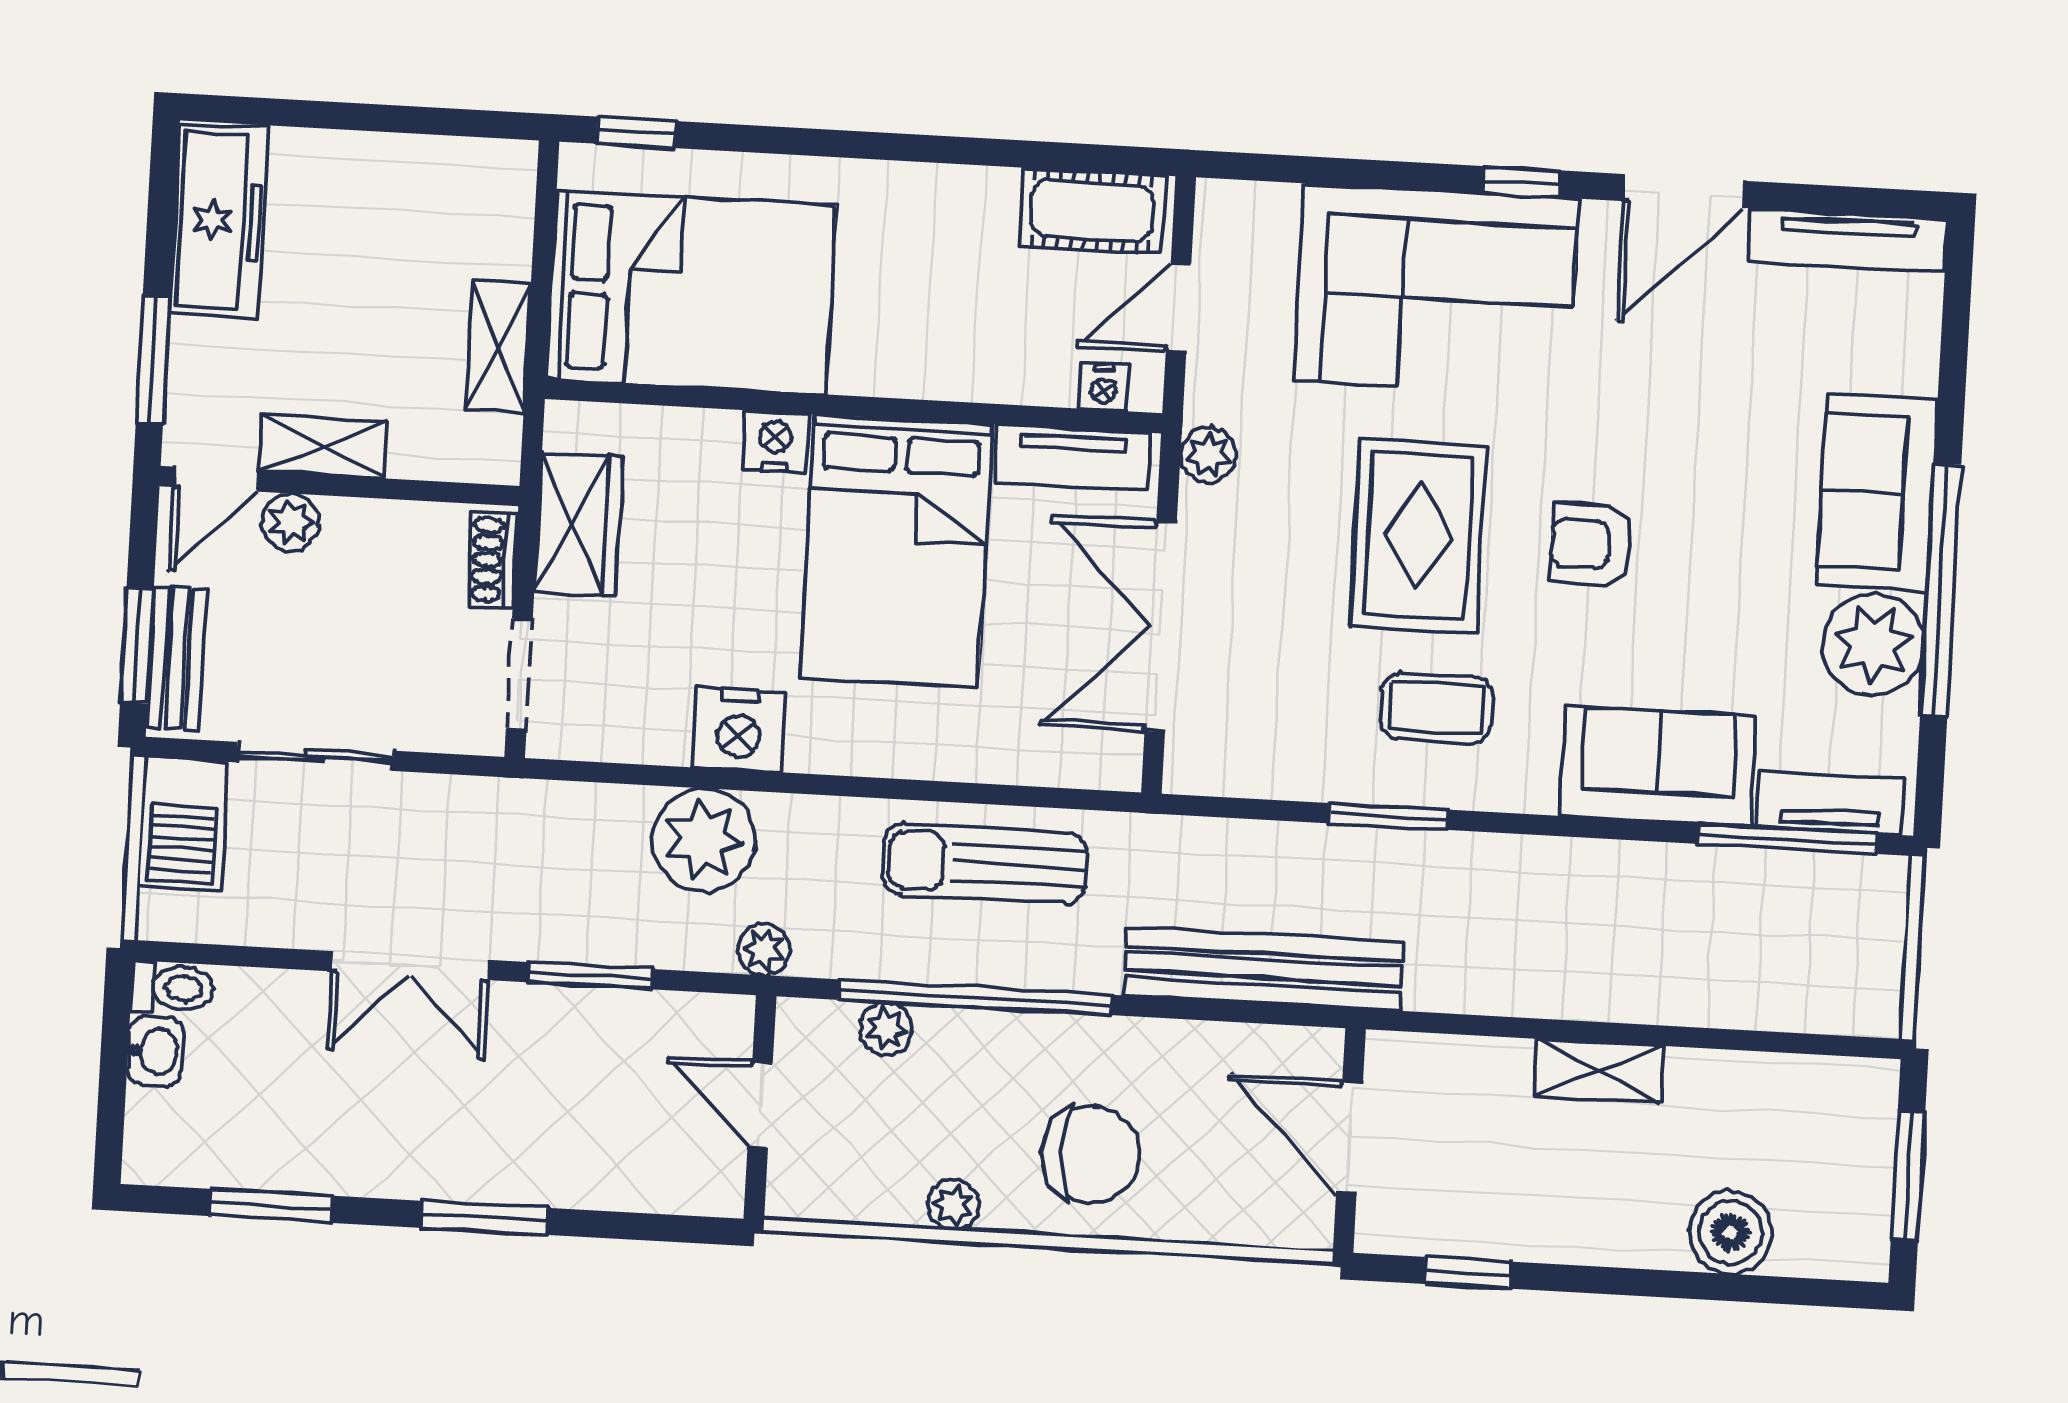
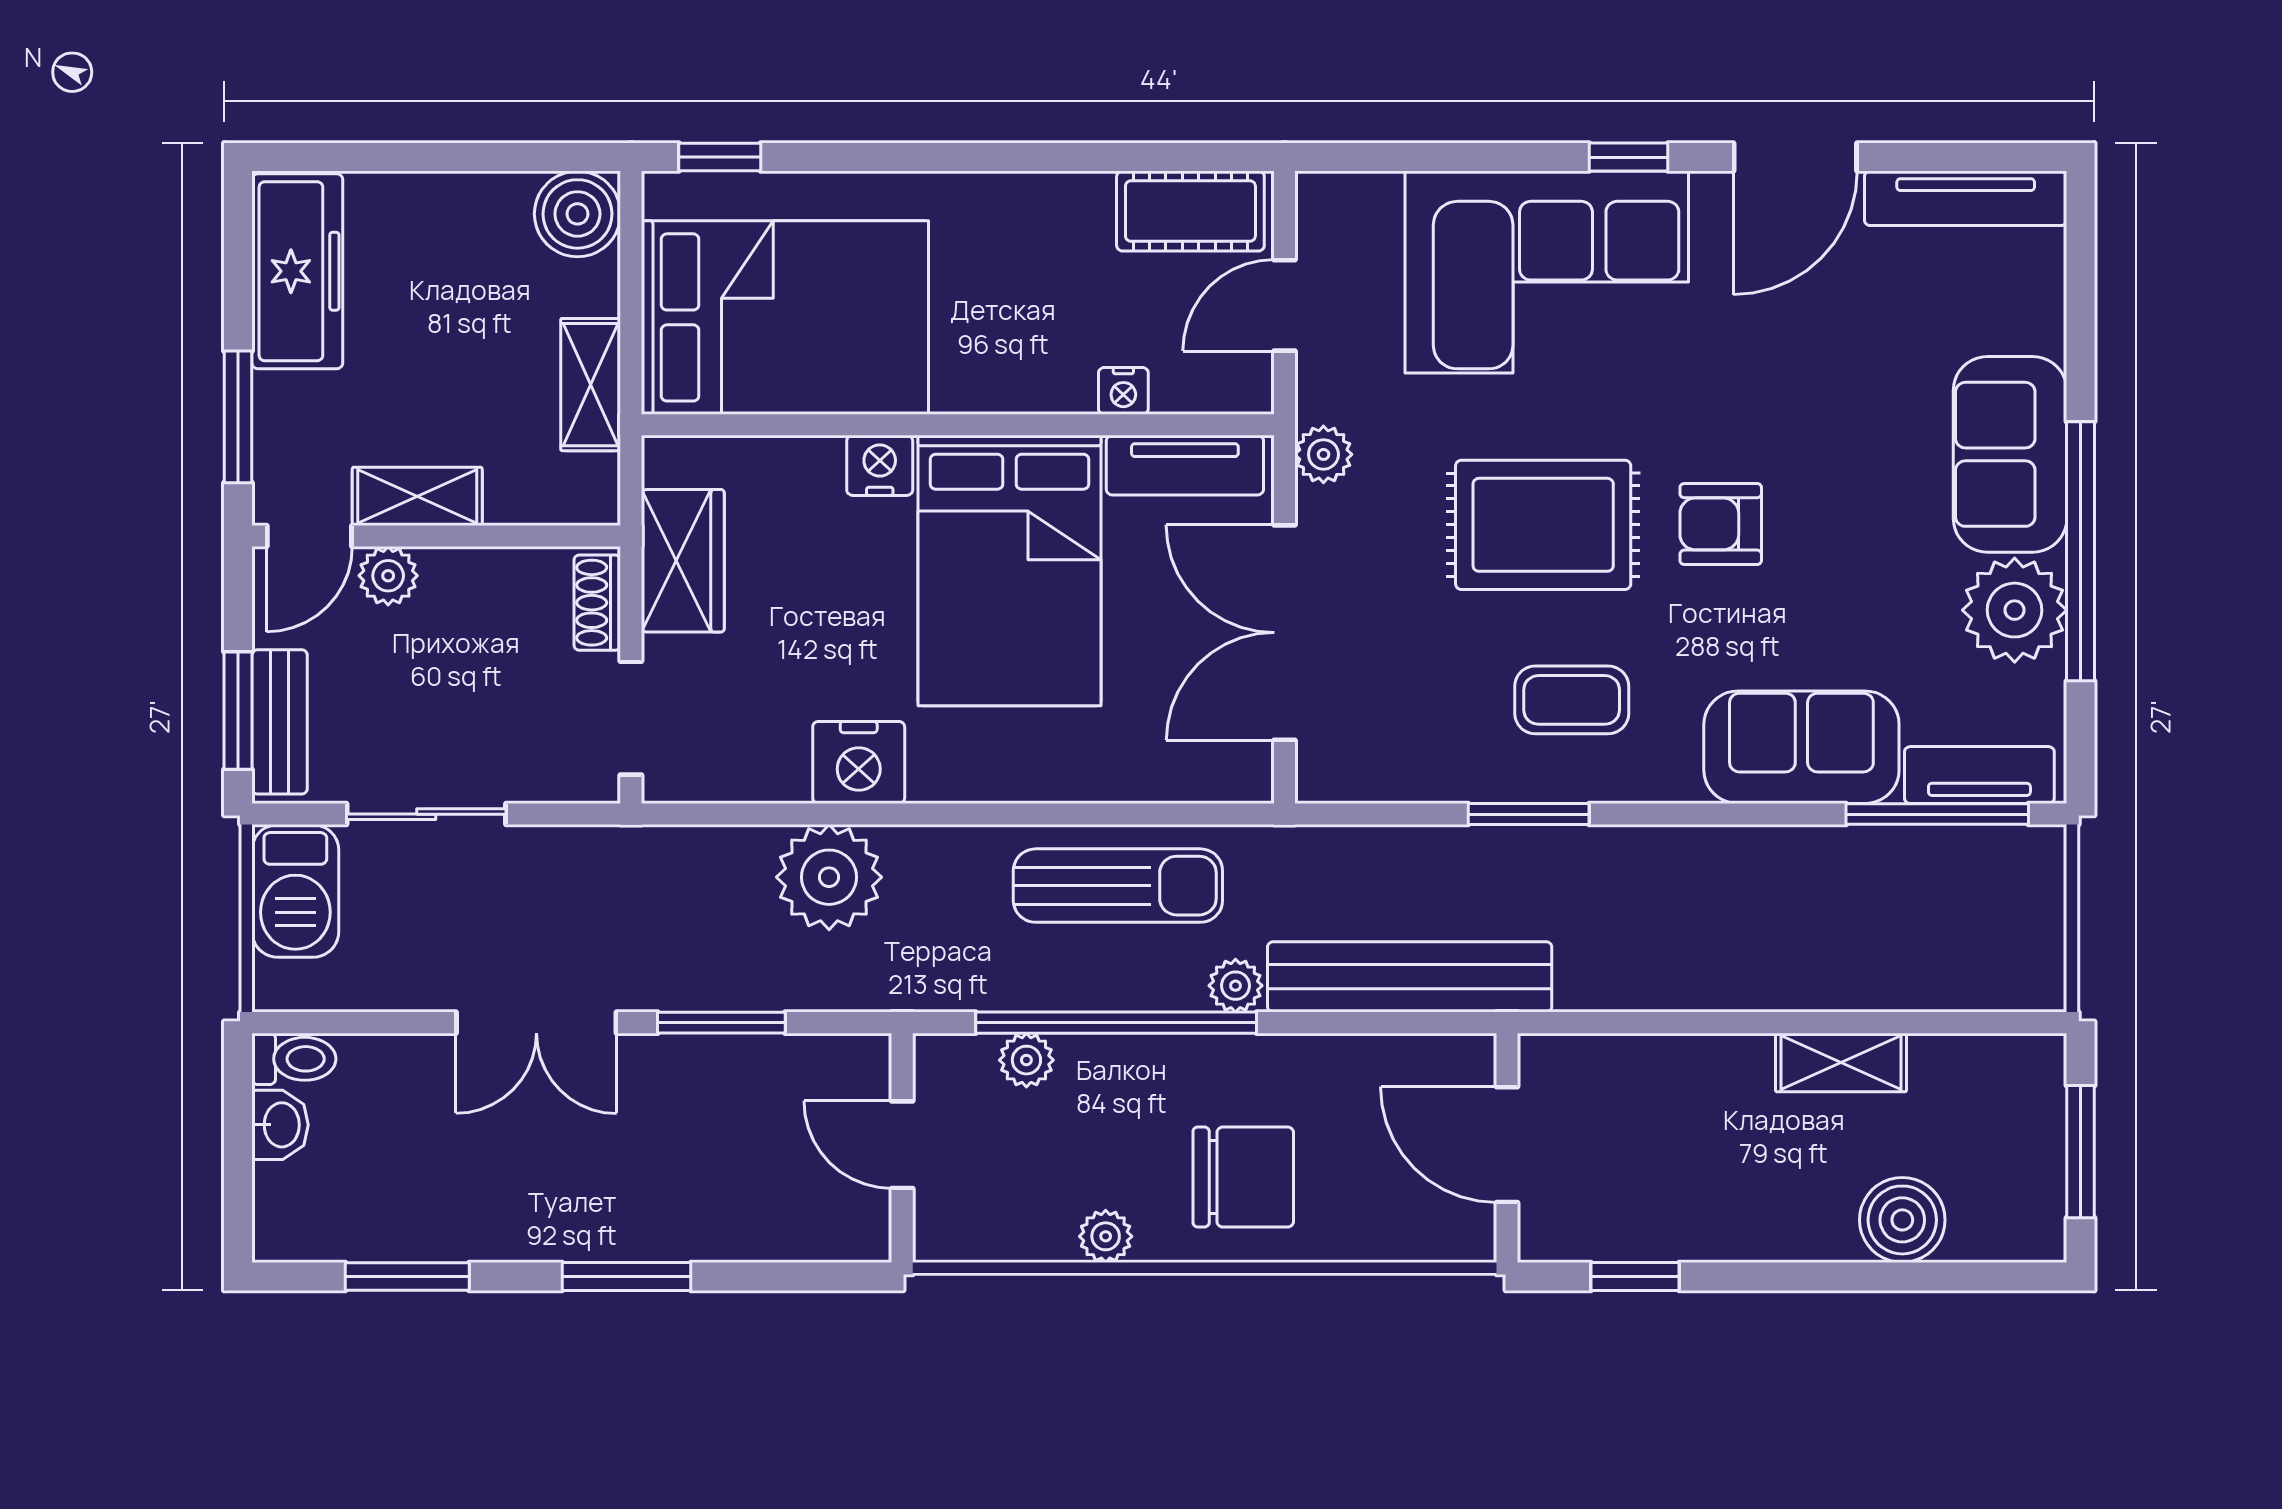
boiler: (495, 180) -> (577, 214), added
nightstand: (1104, 387) -> (1123, 391), moved
rug: (1418, 536) -> (1543, 525), turned 90
sun lounger: (985, 864) -> (1118, 886), turned 180
plant: (764, 949) -> (1235, 986), moved
shelving: (1599, 1071) -> (1841, 1062), moved

